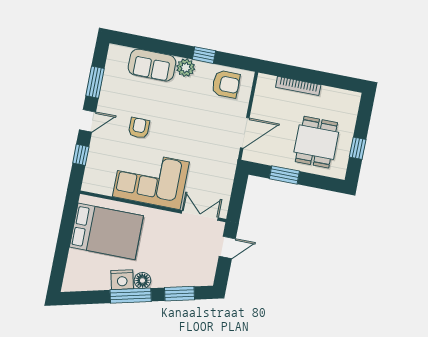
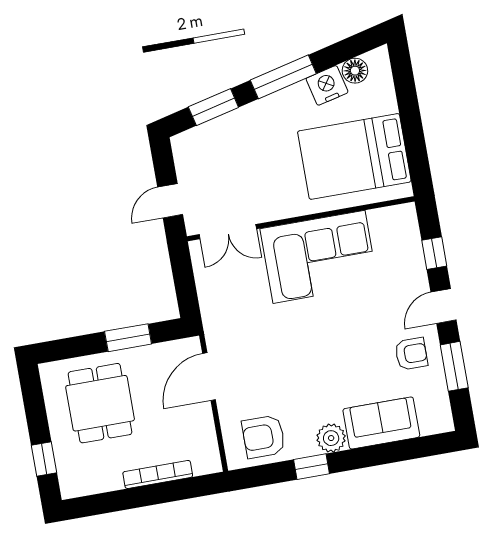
armchair: (139, 128) -> (411, 354), moved, turned -90
window: (358, 148) -> (44, 459), moved
nightstand: (122, 280) -> (327, 85), moved
floor lamp: (142, 280) -> (355, 71), moved

